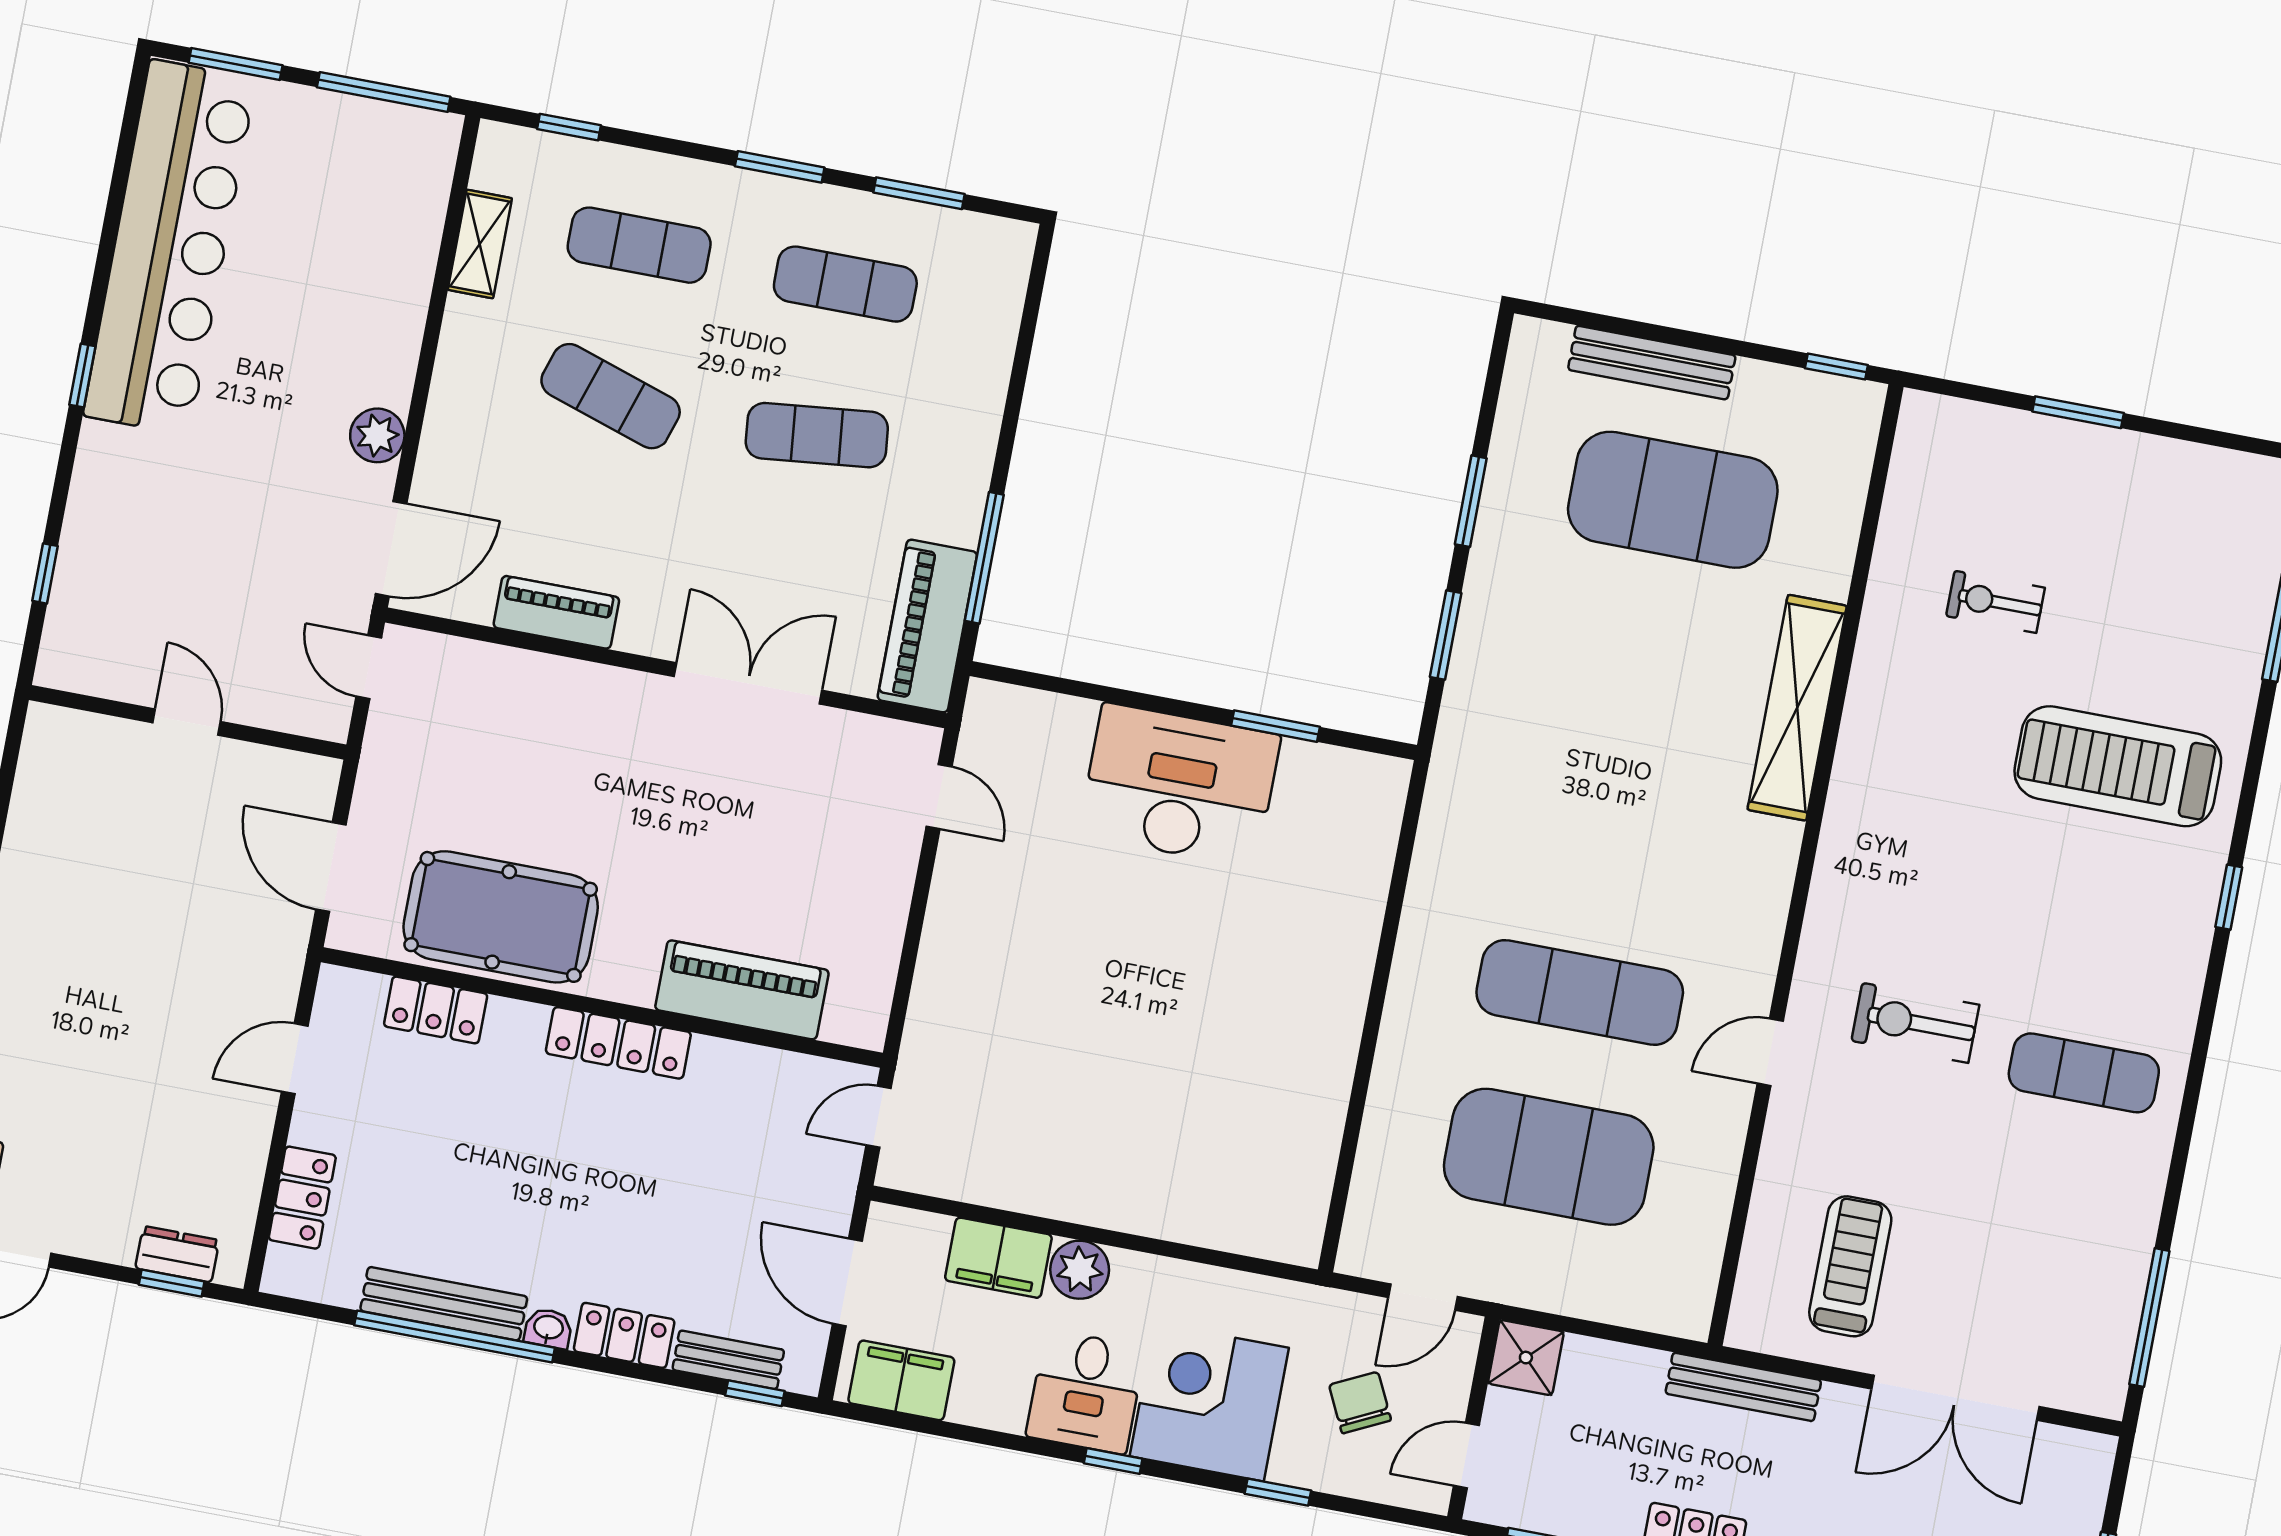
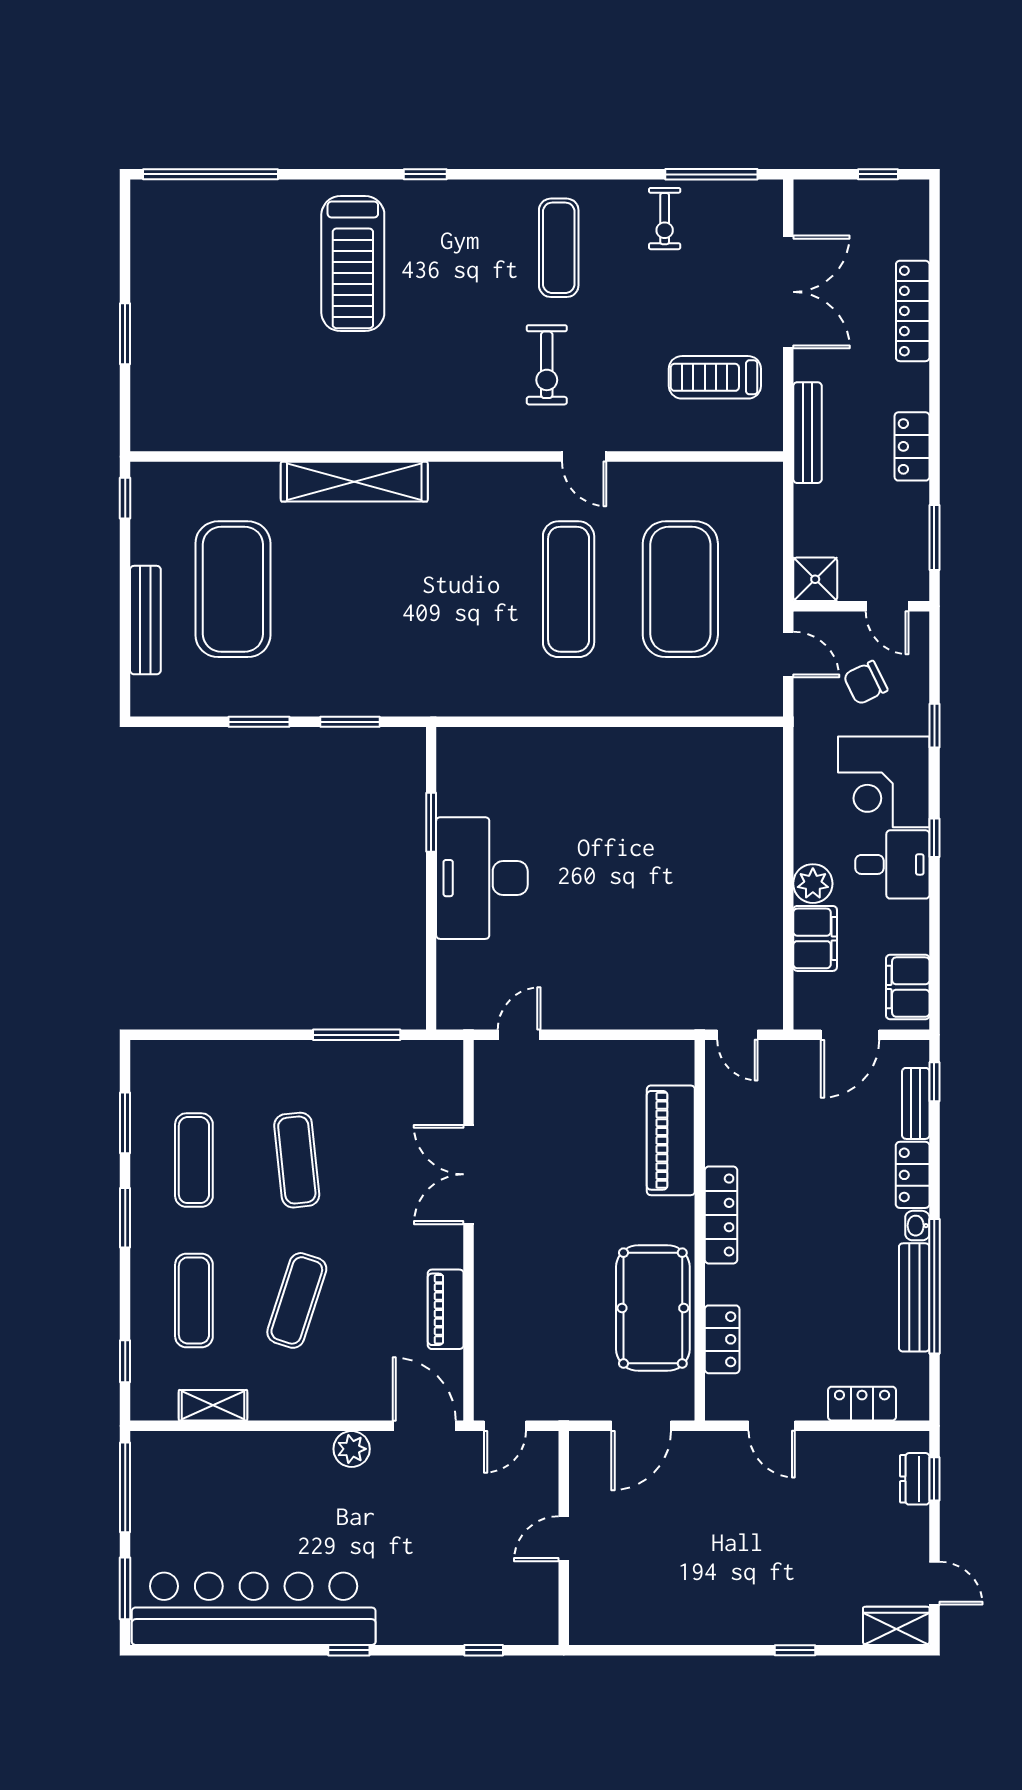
exercise bike: (1995, 602) -> (665, 219), moved
piano: (927, 626) -> (409, 1064), removed

